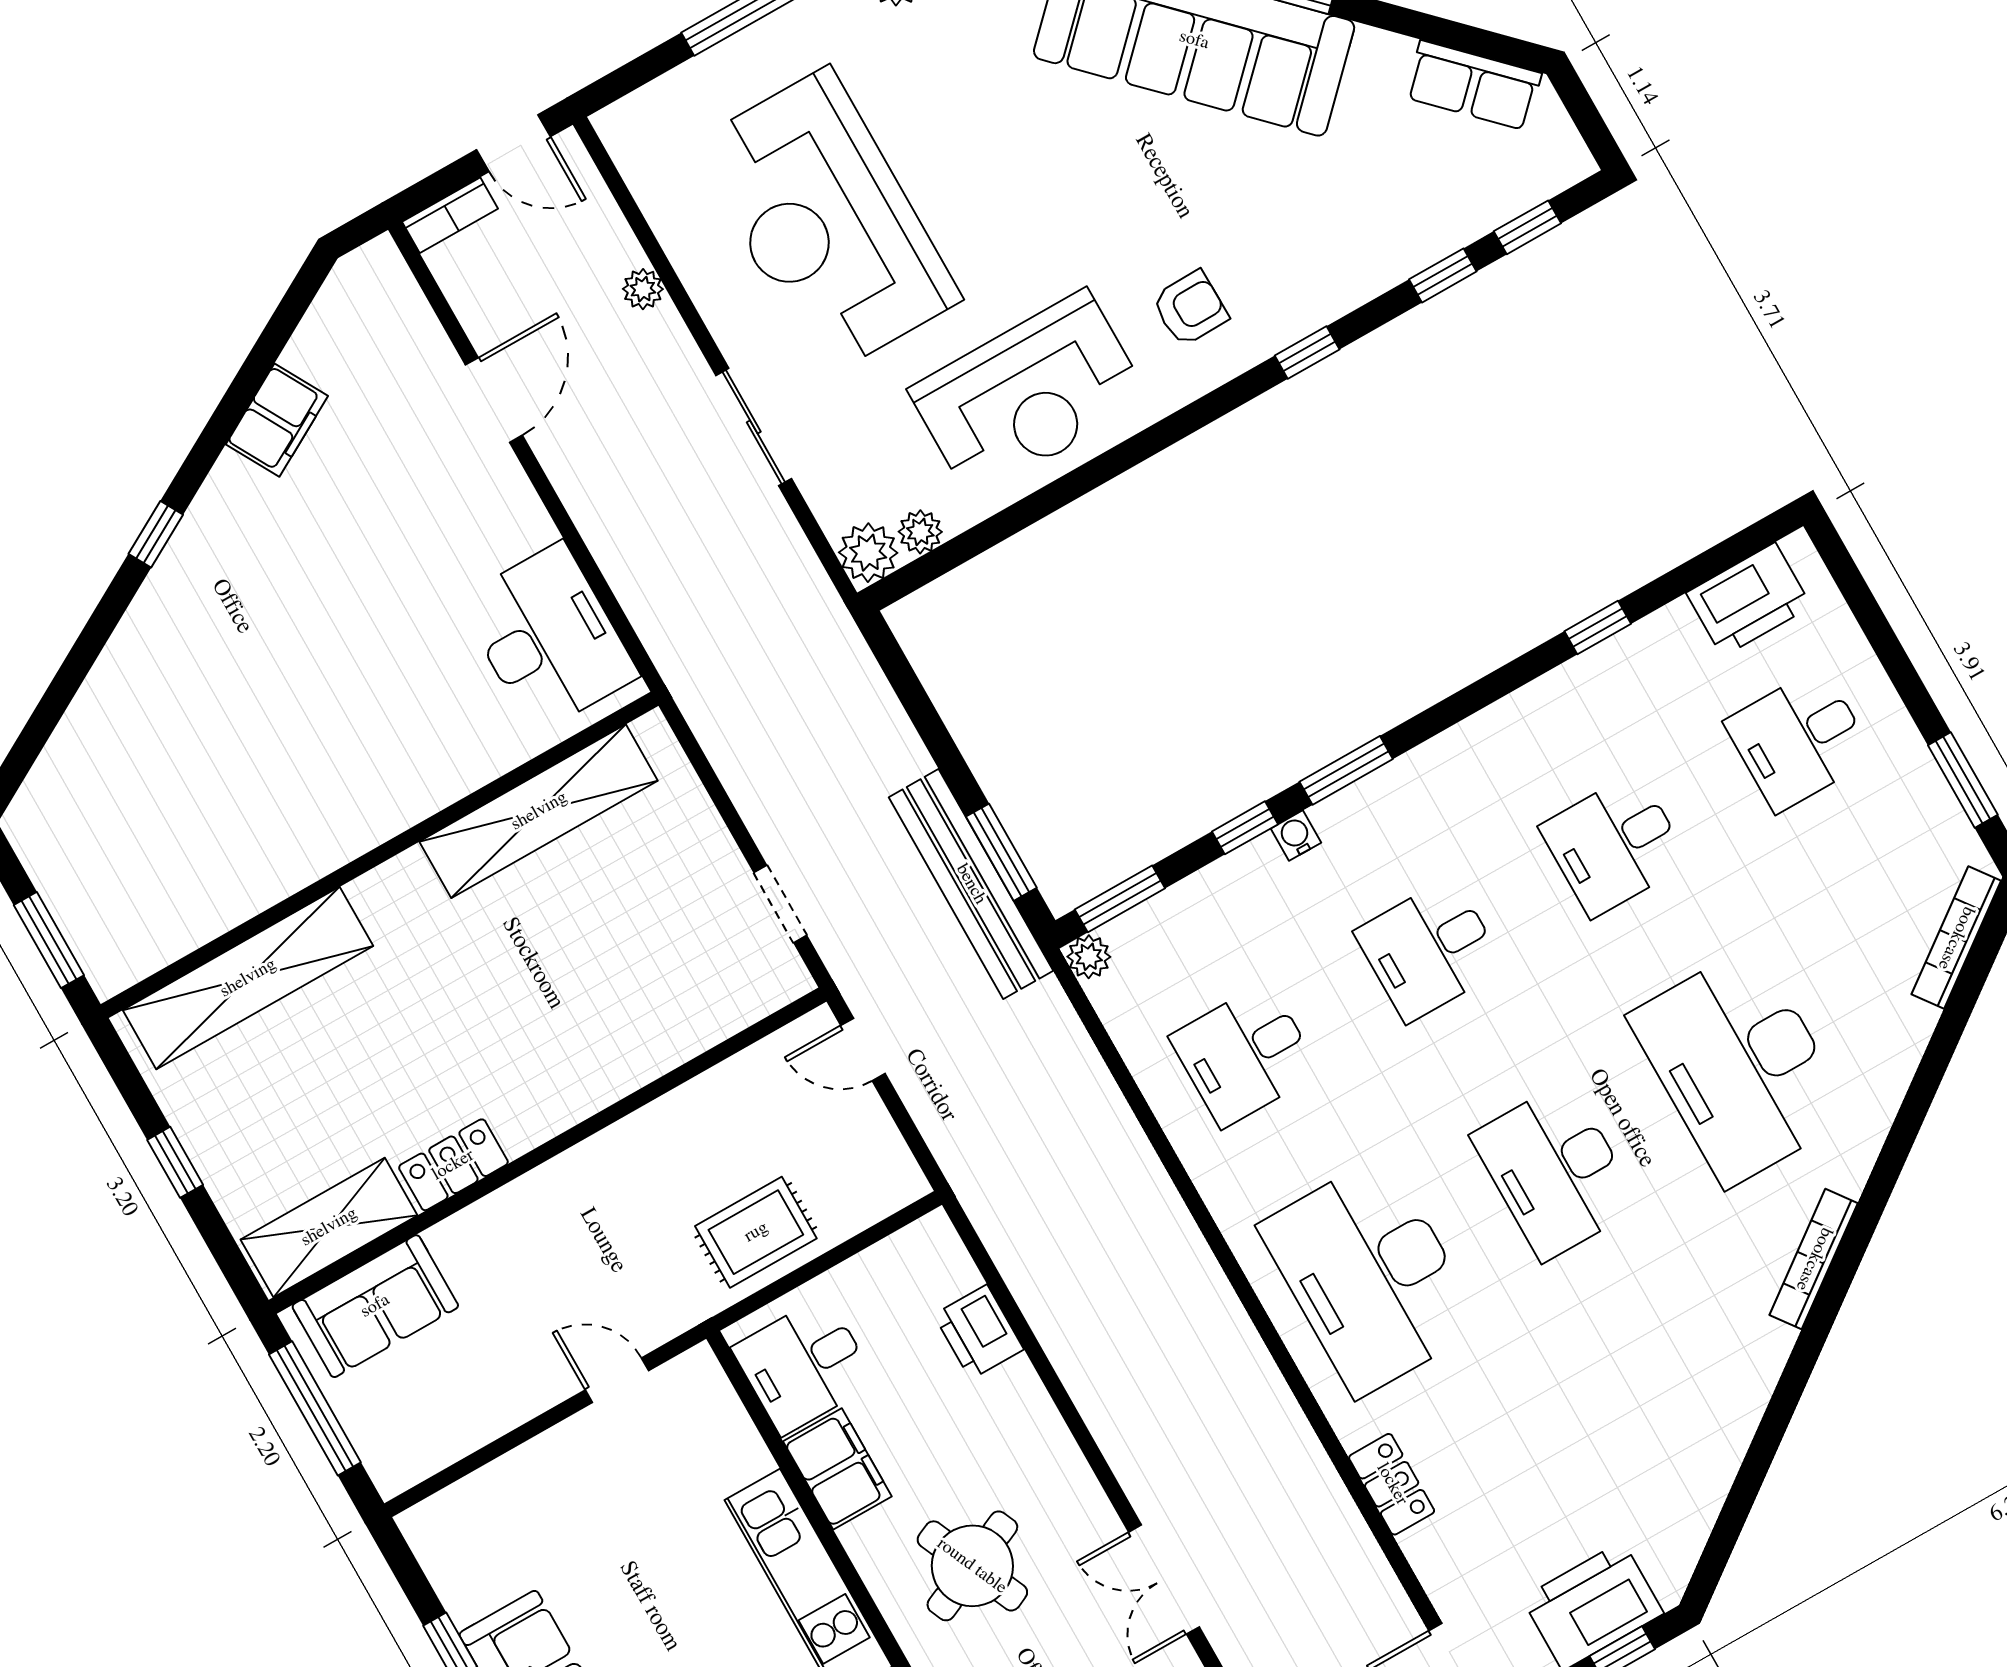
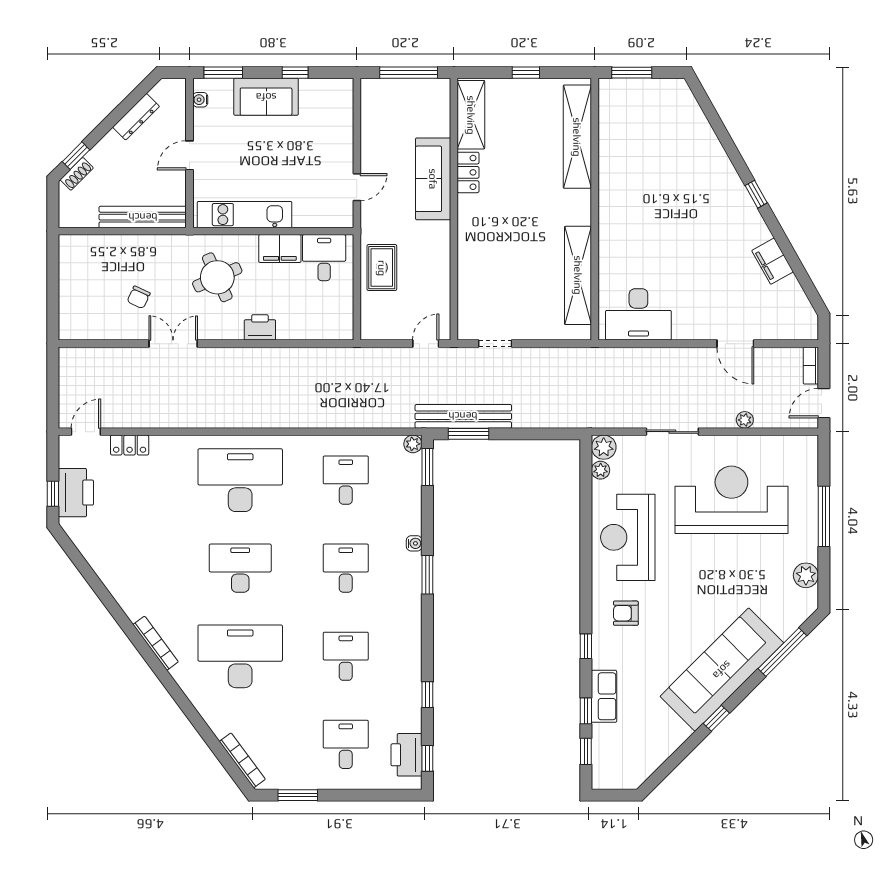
row of seats: (1473, 85) -> (604, 696), moved, turned 135
armchair: (1190, 308) -> (626, 613), turned 91
window: (1245, 828) -> (427, 758), moved
sofa: (375, 1306) -> (433, 179), moved, width x1.36
printer: (979, 1332) -> (260, 327), moved
locker: (1392, 1484) -> (130, 445), moved

